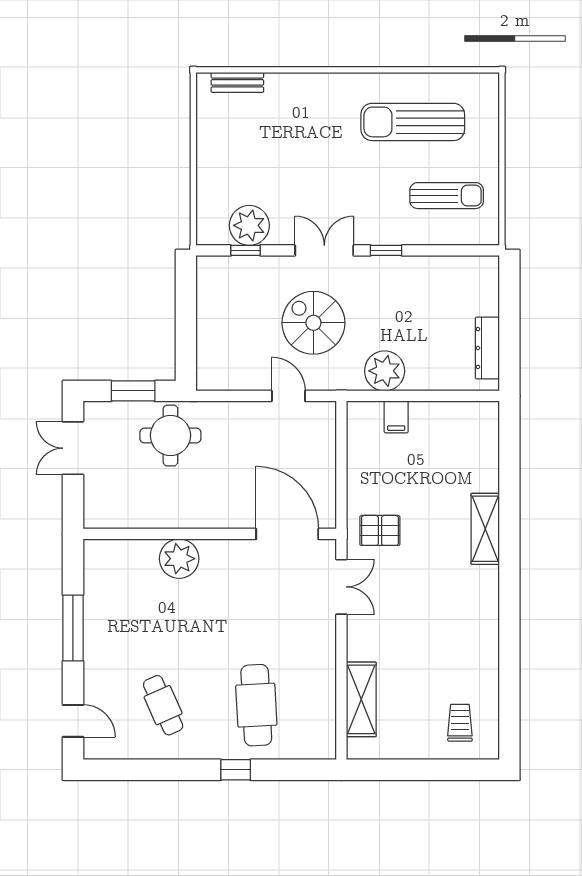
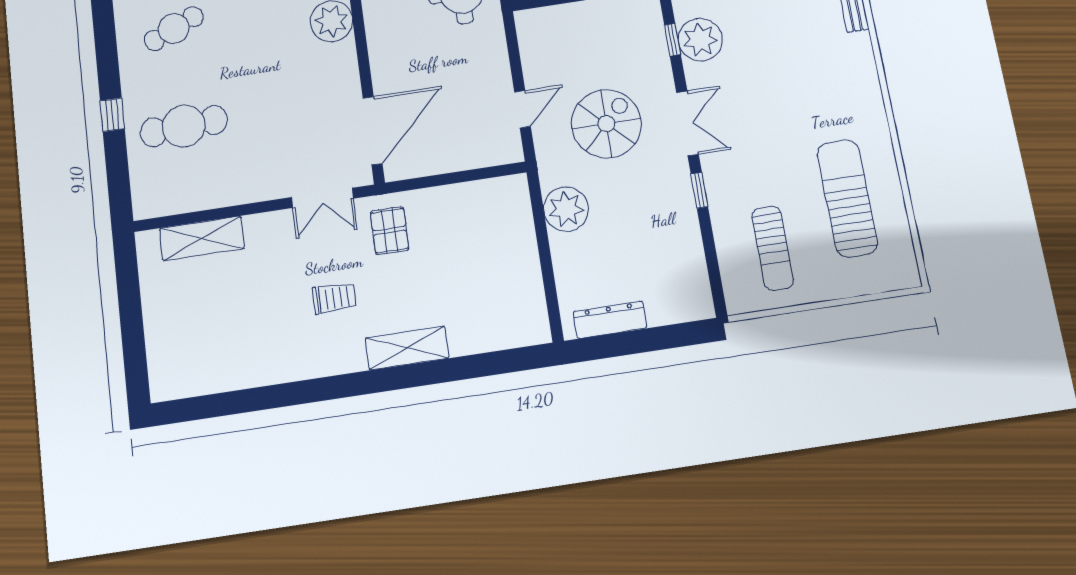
filing cabinet: (396, 417) -> (517, 229), removed
trolley: (460, 723) -> (334, 298), moved

